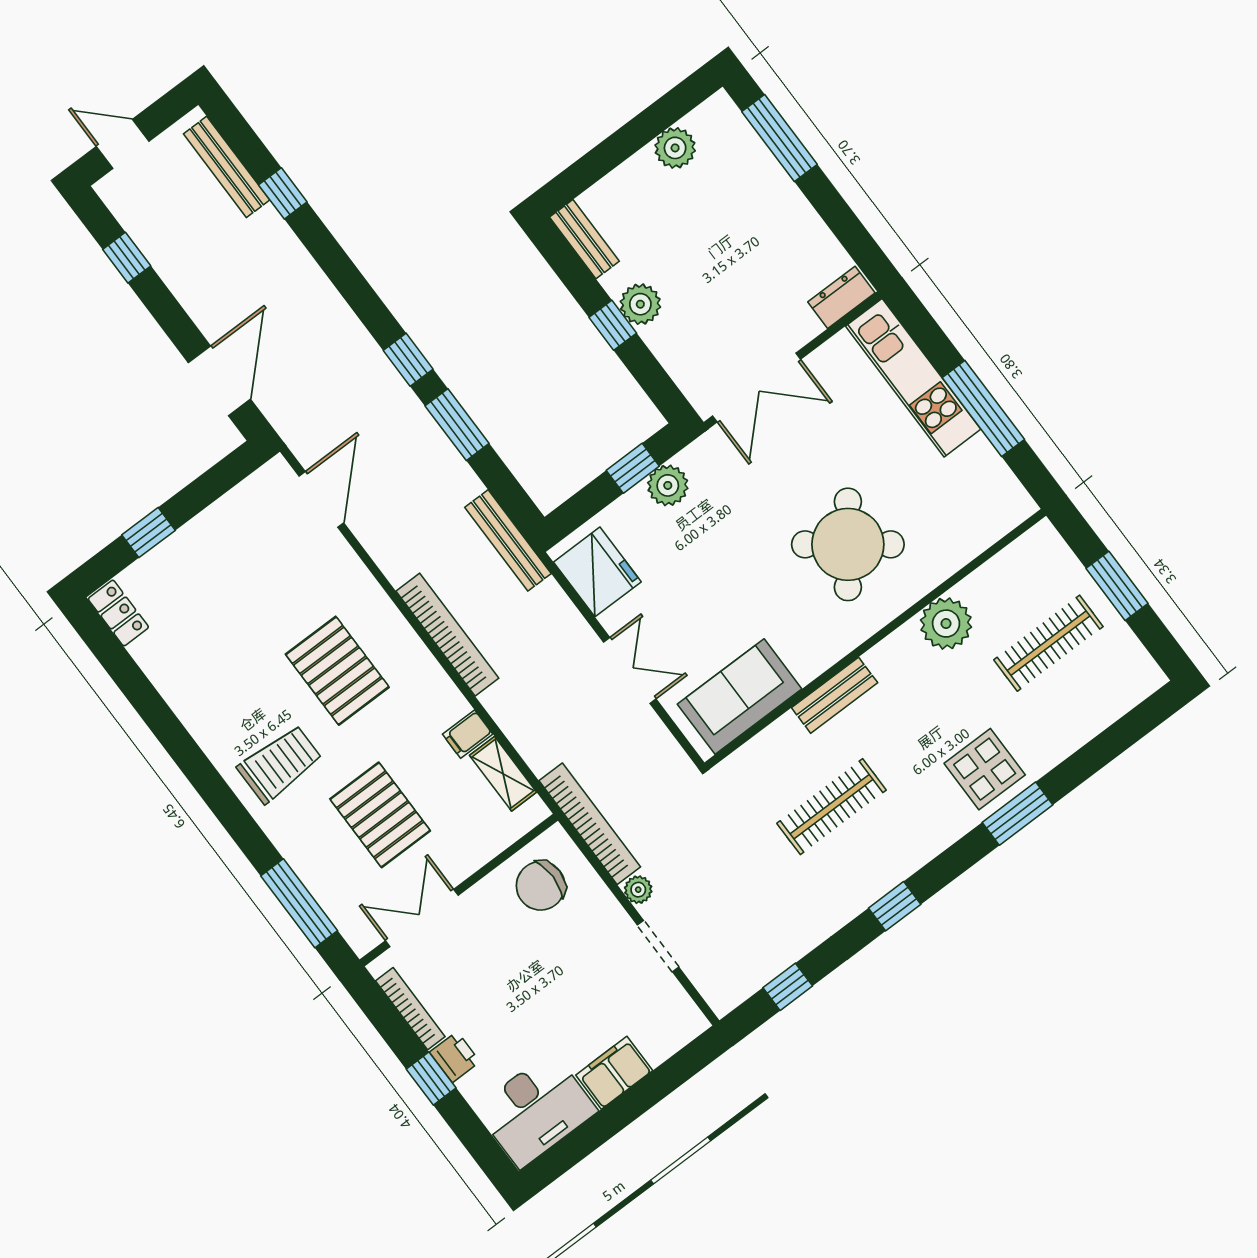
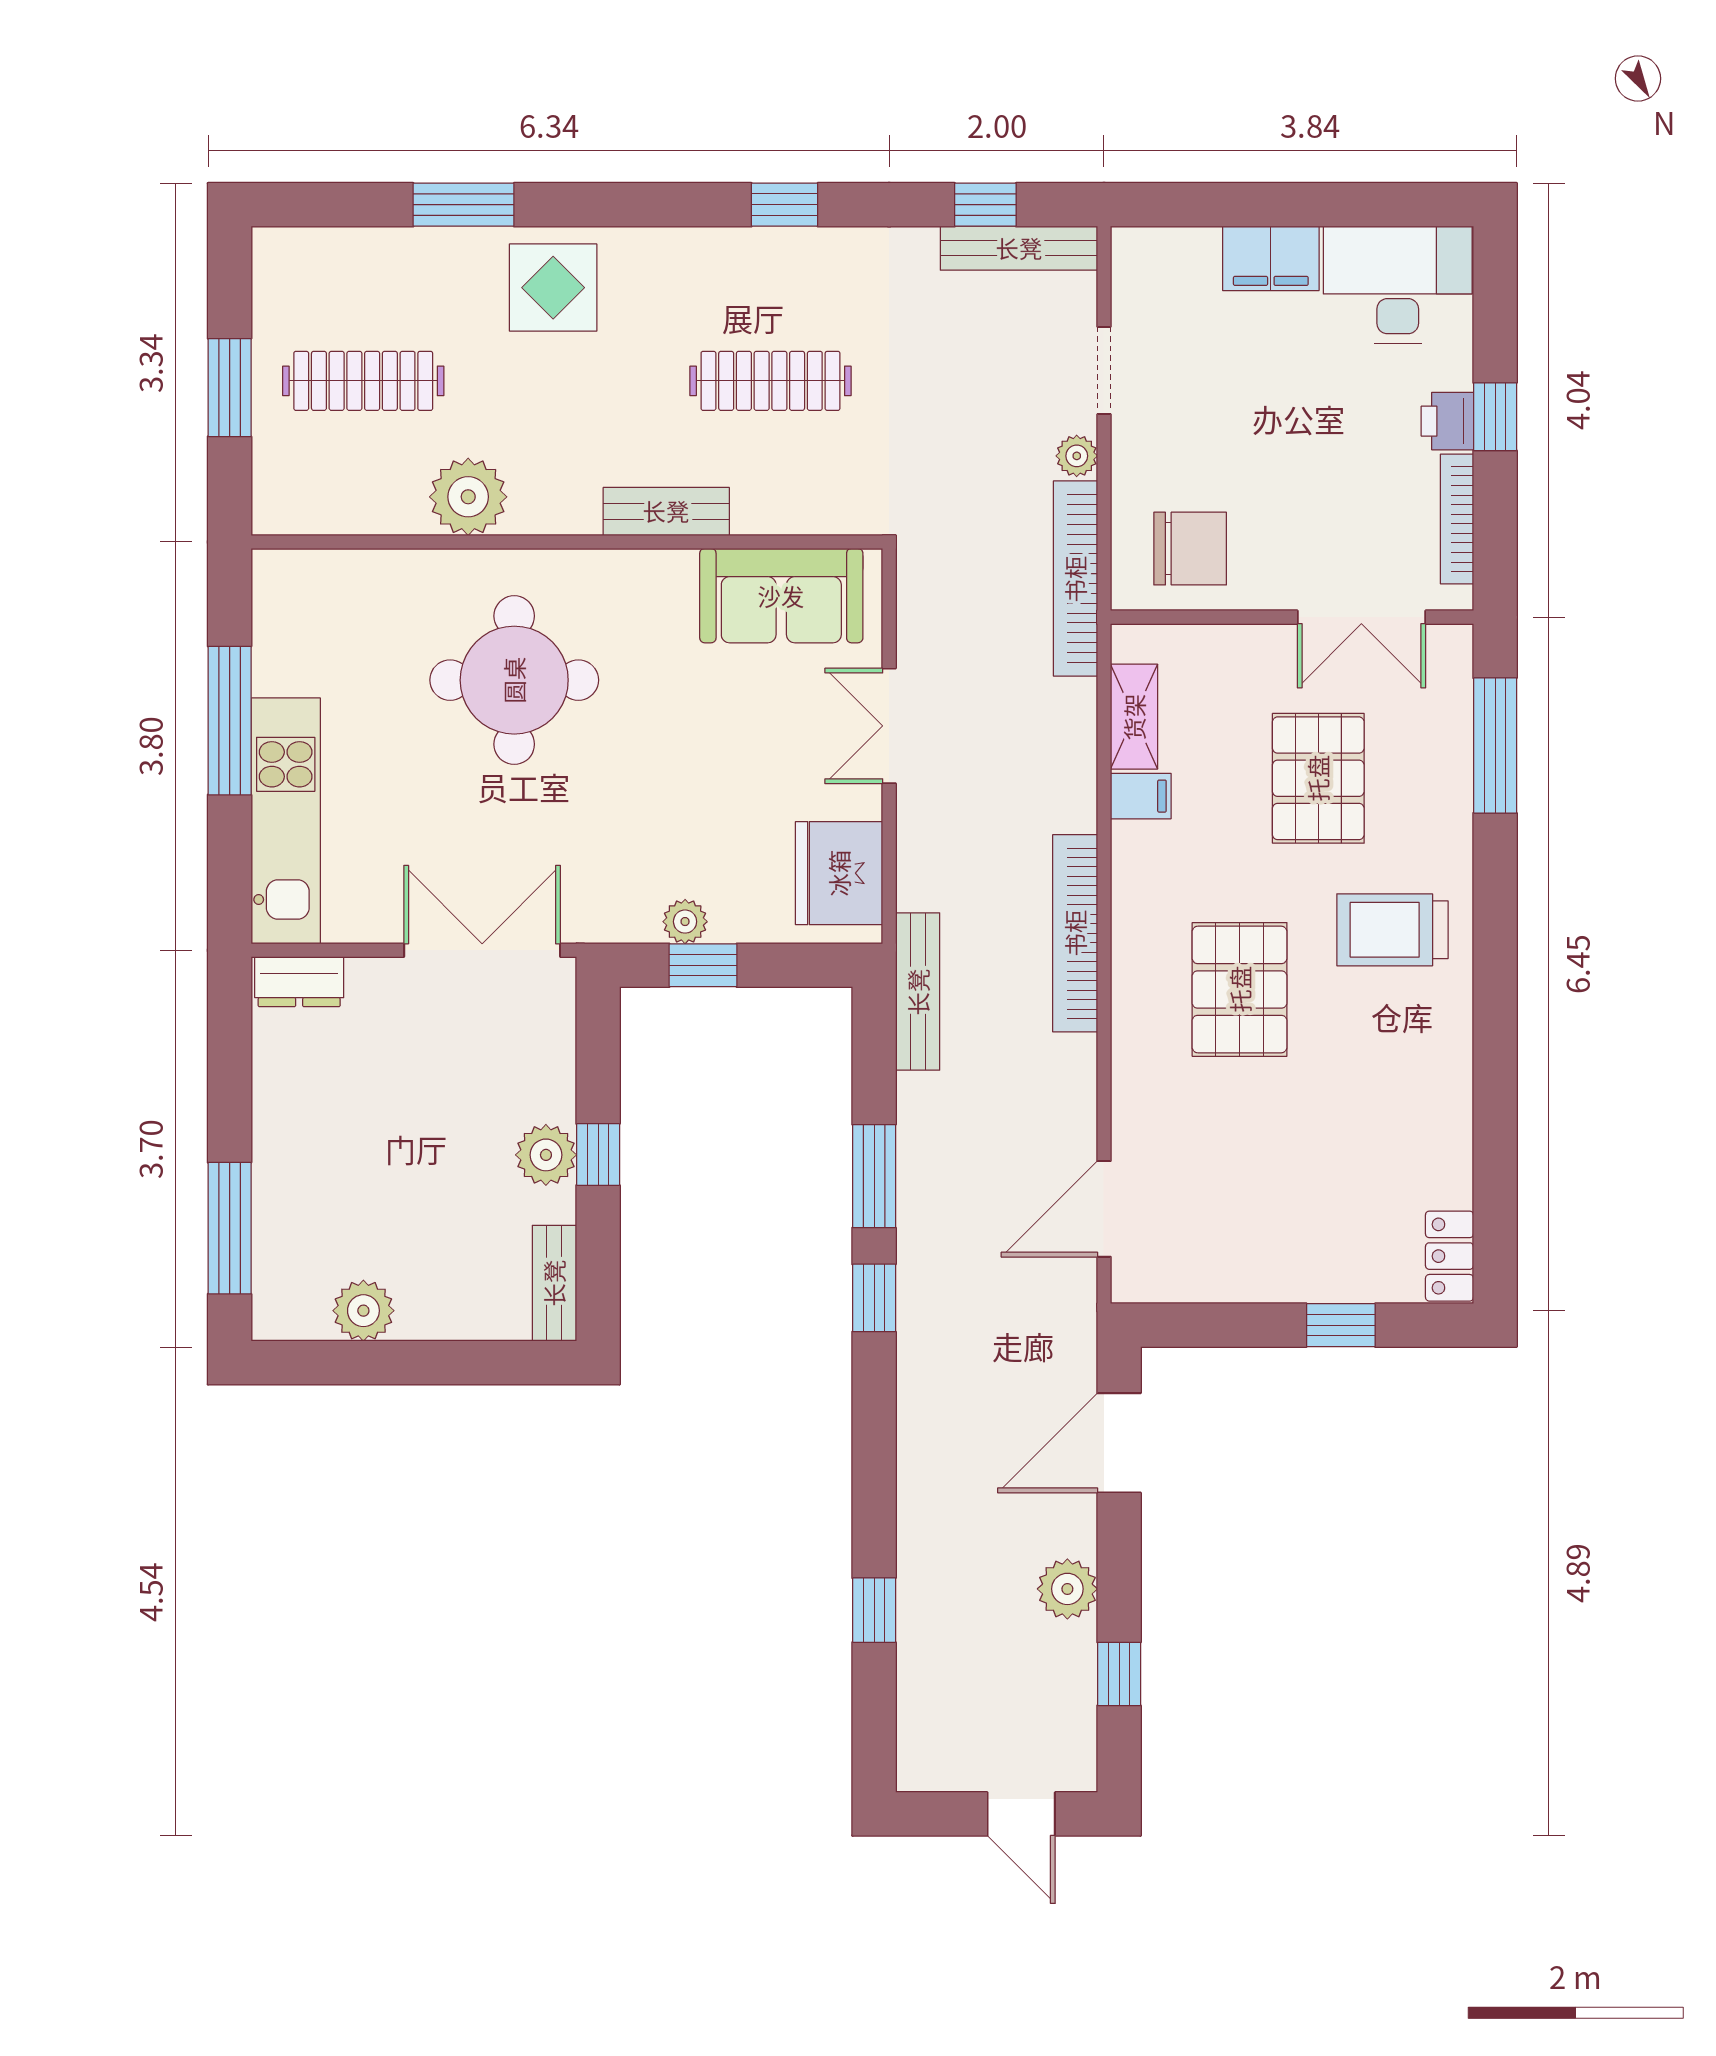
bench: (227, 167) -> (1019, 248), moved, turned 90
plant: (188, 282) -> (1067, 1589), added
plant: (668, 485) -> (685, 922), width x0.73, depth x0.73
round table: (848, 544) -> (514, 680), turned -37
window: (1017, 814) -> (464, 205), moved

